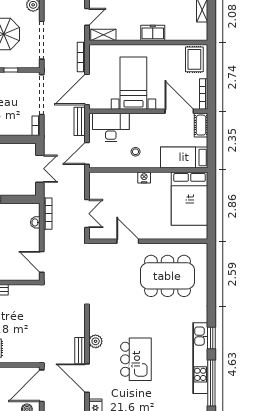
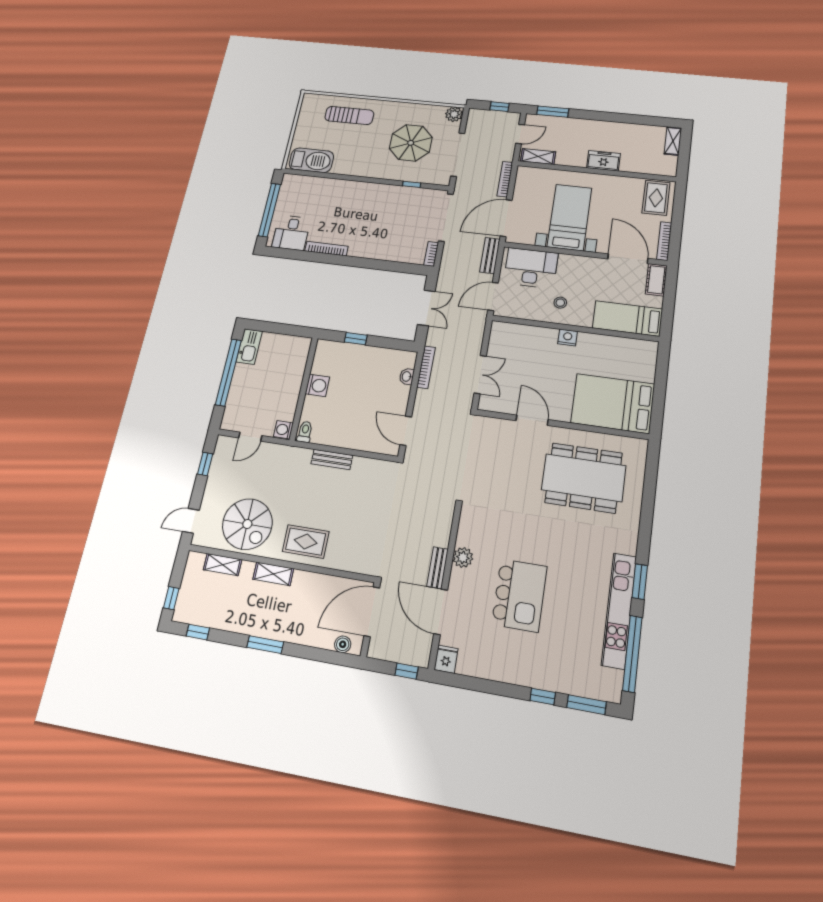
bed: (190, 199) -> (613, 403), moved, turned 90

